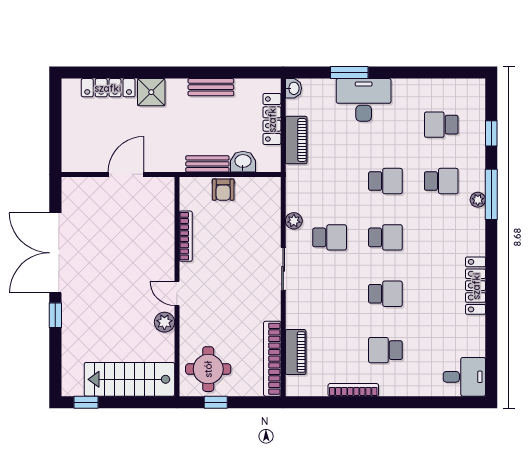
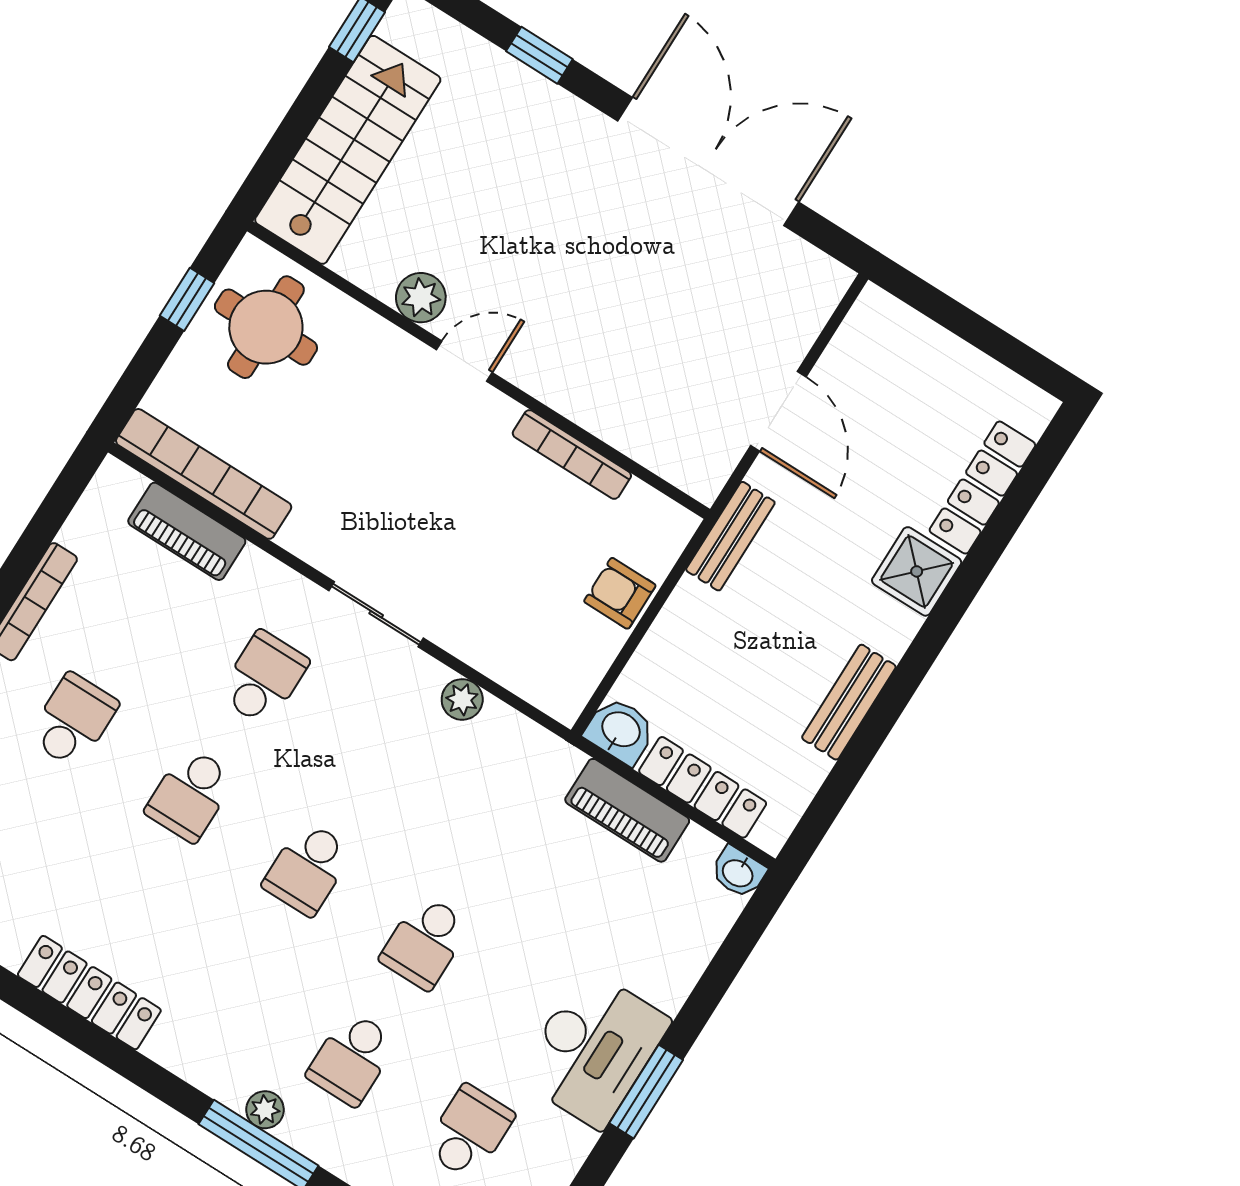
window: (349, 73) -> (646, 1092), moved
desk: (364, 100) -> (593, 1049), moved
washbasin: (243, 162) -> (620, 731), moved, turned -90
bench: (207, 164) -> (730, 536), moved
school desk: (330, 237) -> (264, 678), moved, turned 180
window: (55, 315) -> (539, 55), moved

